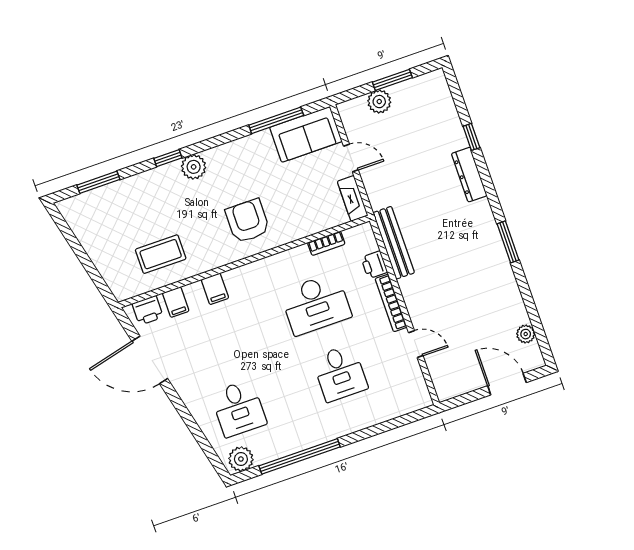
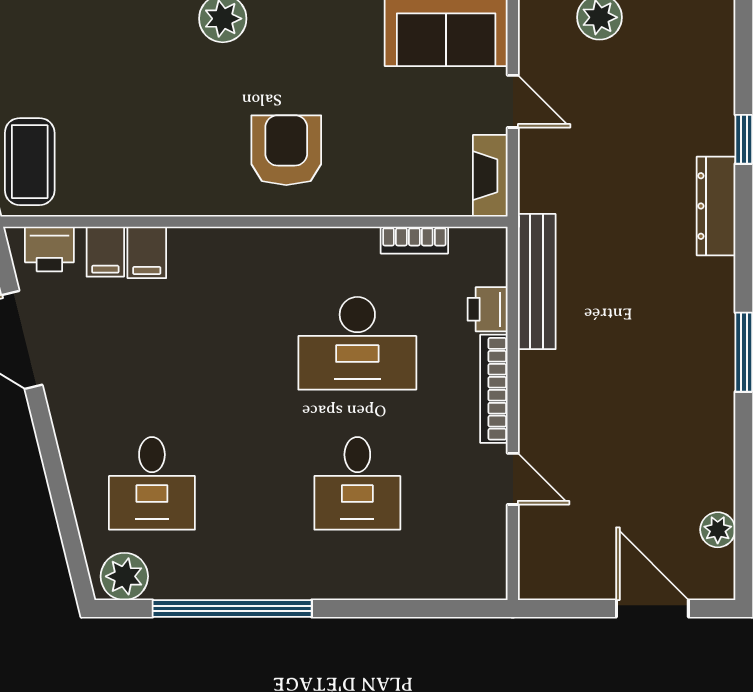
coffee table: (161, 254) -> (30, 162), moved, turned 90
filing cabinet: (215, 289) -> (147, 252), moved

